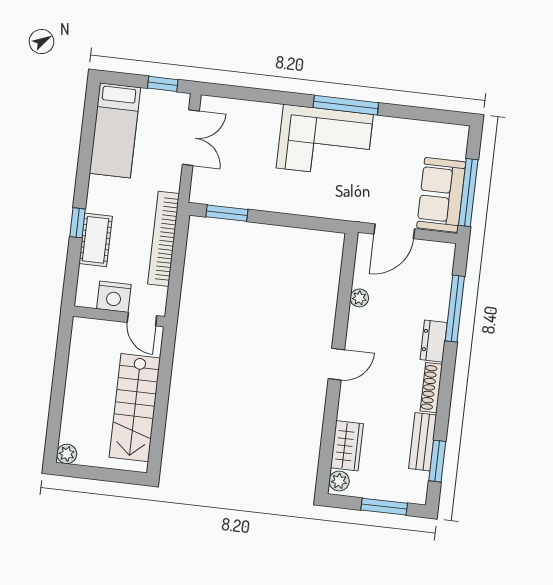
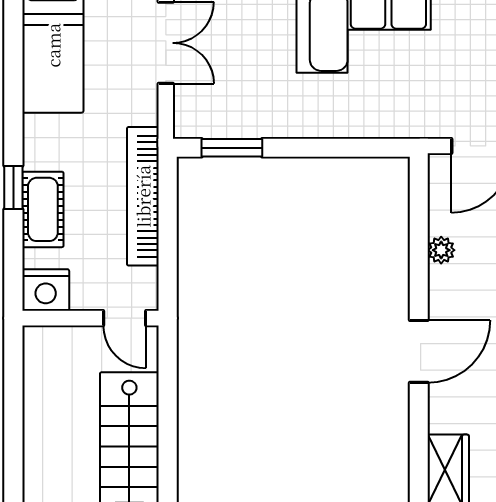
nightstand: (114, 297) -> (46, 290), moved
door: (336, 364) -> (419, 351), width x1.38

